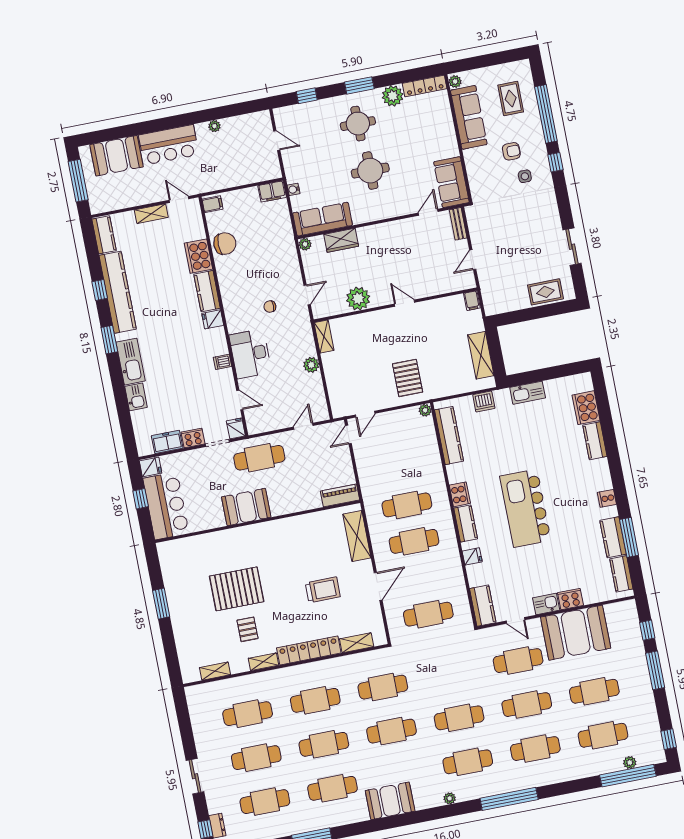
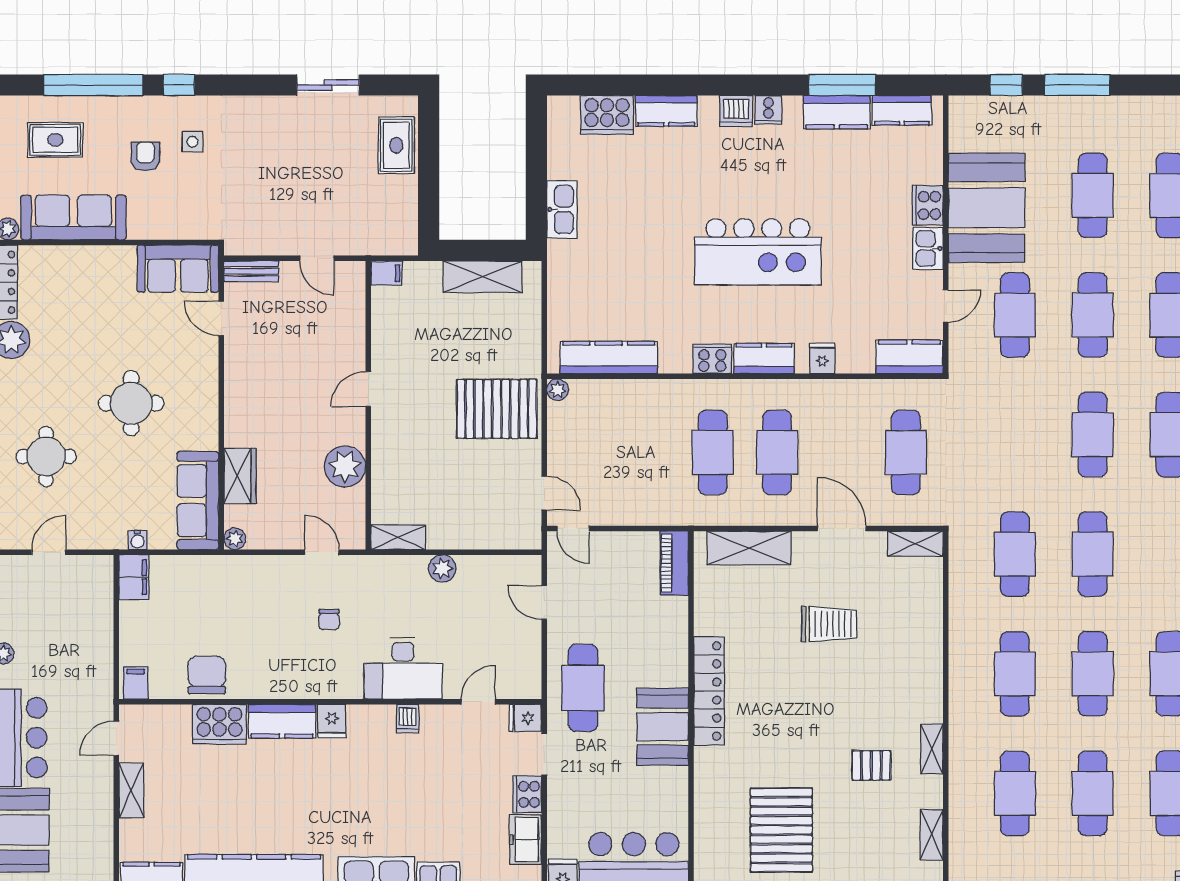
round table: (358, 124) -> (46, 456), moved
pallet: (408, 378) -> (497, 409), width x1.37, depth x1.41
dishwasher: (484, 402) -> (736, 111), moved, turned 90
pallet: (237, 589) -> (781, 830), moved
trolley: (323, 590) -> (829, 624), turned 90
shelving: (357, 643) -> (915, 544), moved, turned 90
locker: (309, 650) -> (709, 691), moved, turned 180

